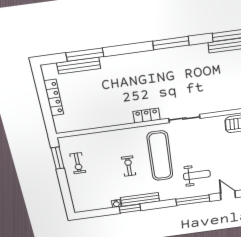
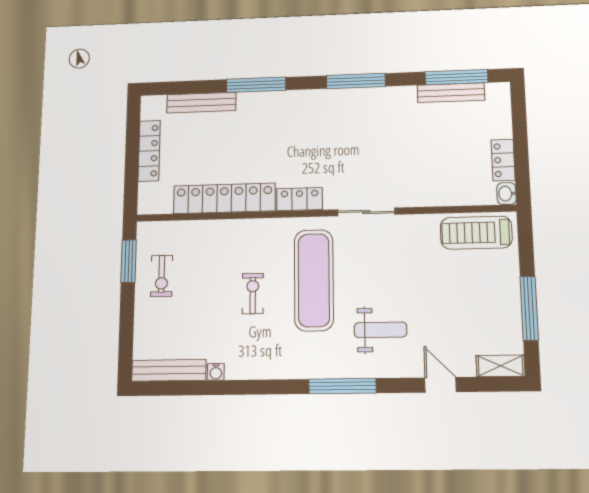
window: (85, 55) -> (256, 85), moved
locker: (104, 120) -> (224, 198), added
bench: (140, 199) -> (169, 370), moved
window: (193, 200) -> (342, 386), moved
window: (130, 209) -> (240, 387), removed

